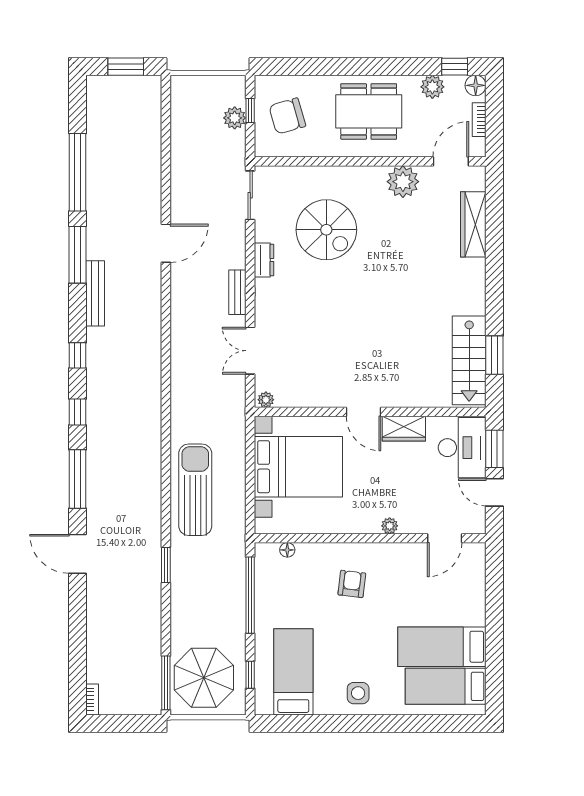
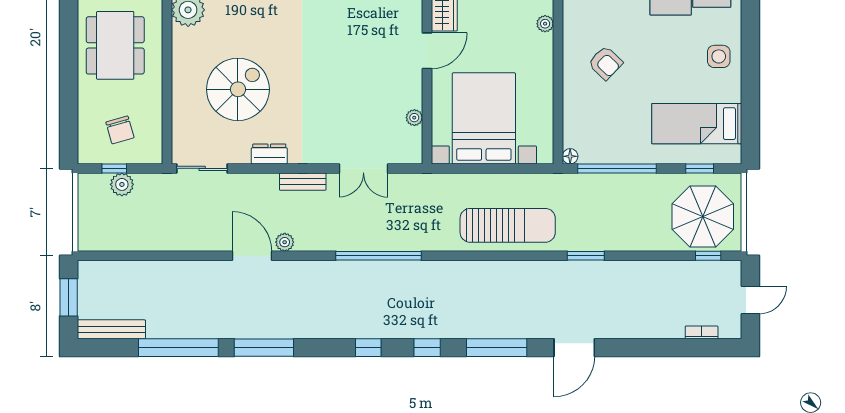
chair: (287, 116) -> (120, 130), width x0.73, depth x0.73
plant: (179, 275) -> (285, 242), added
bench: (95, 293) -> (111, 329), moved
window: (166, 365) -> (378, 256), added
plant: (266, 400) -> (414, 118), moved
sun lounger: (195, 490) -> (508, 225), turned 180
floor lamp: (287, 550) -> (570, 156), moved
armchair: (352, 584) -> (605, 63), turned -143
window: (166, 683) -> (708, 256), width x0.46
bookcase: (92, 699) -> (702, 332), moved
door: (123, 724) -> (750, 300), added

